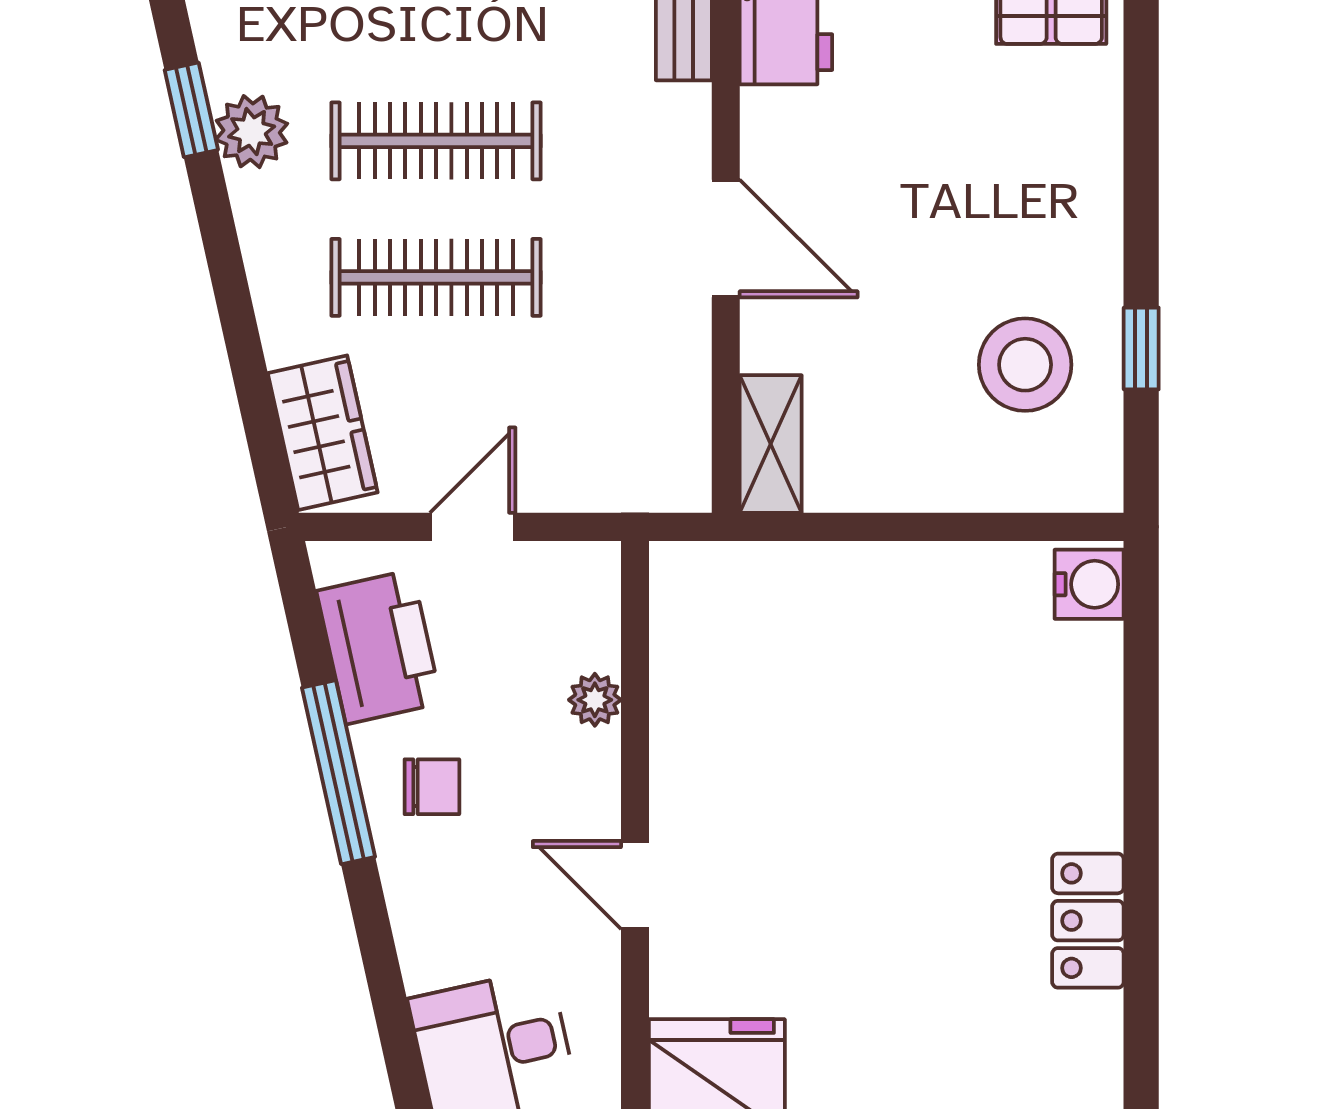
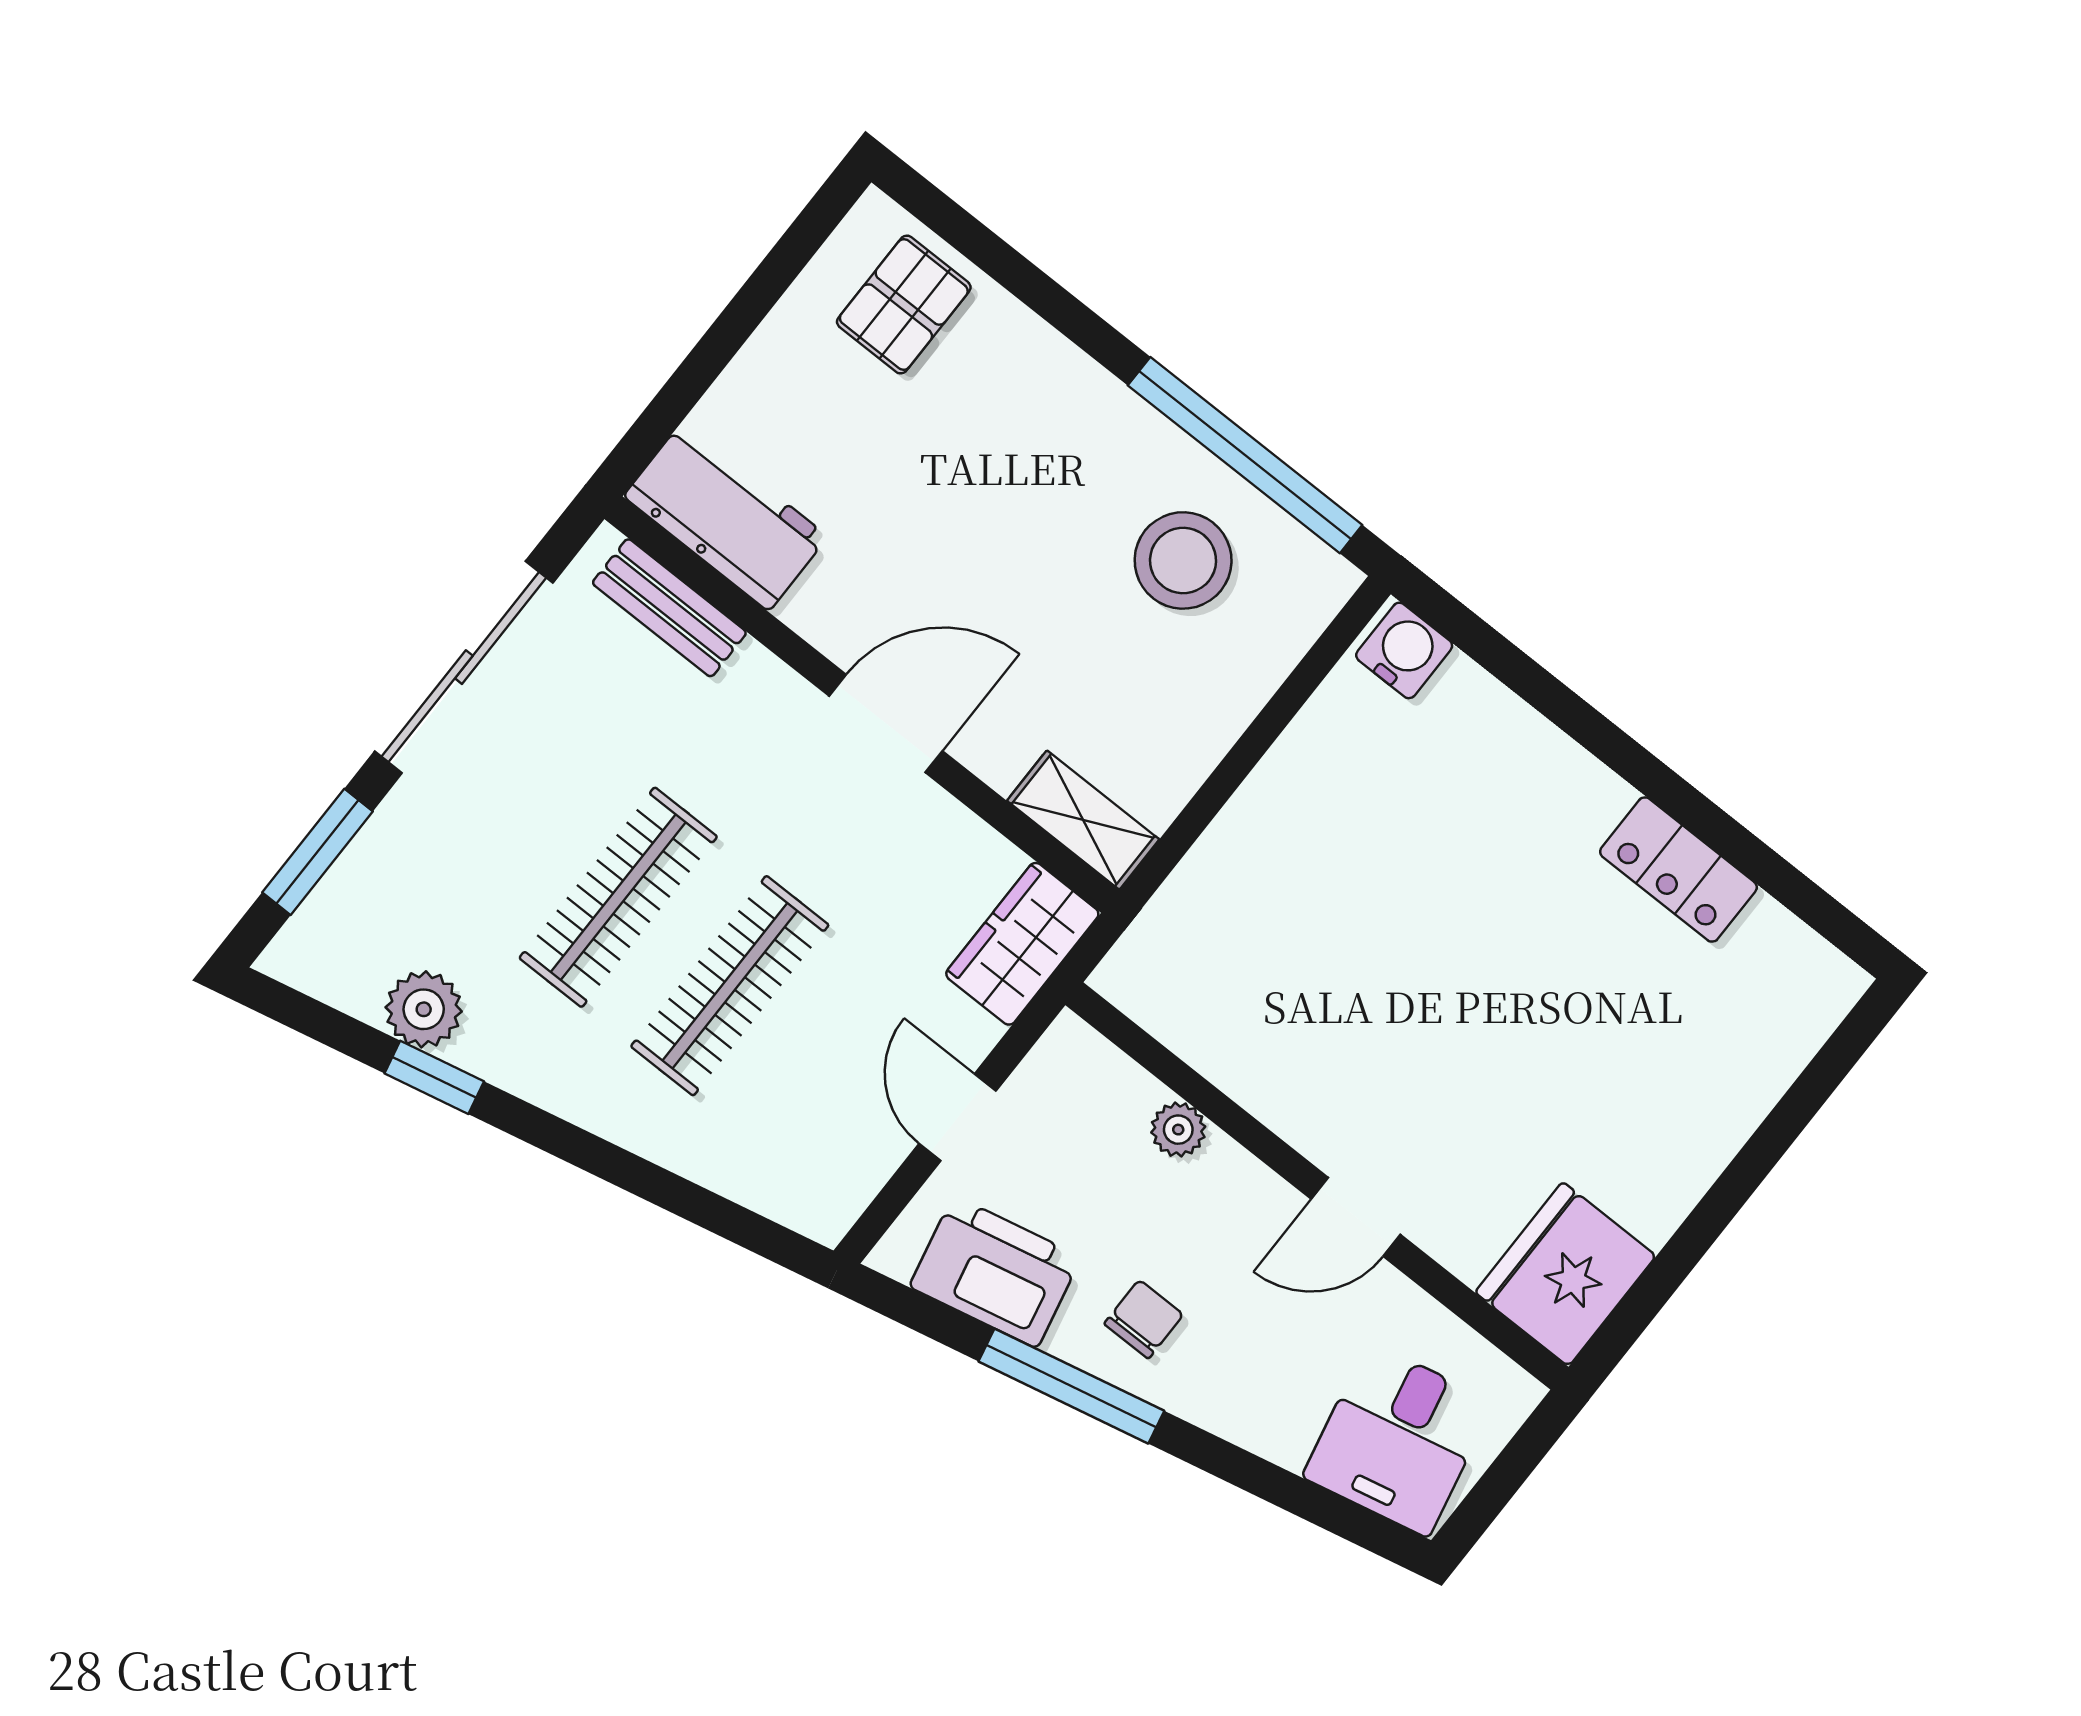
plant: (252, 132) -> (424, 1009), moved
window: (1141, 349) -> (1245, 455), width x3.17
wardrobe: (323, 433) -> (1022, 944), moved, turned -77

